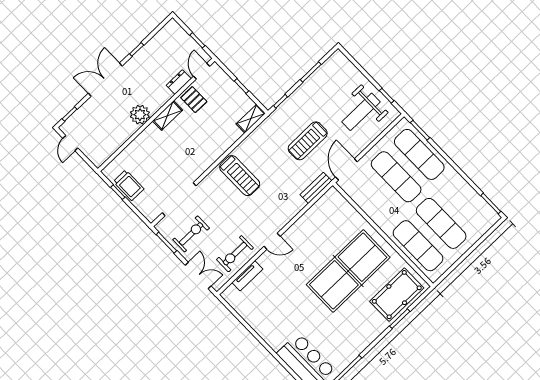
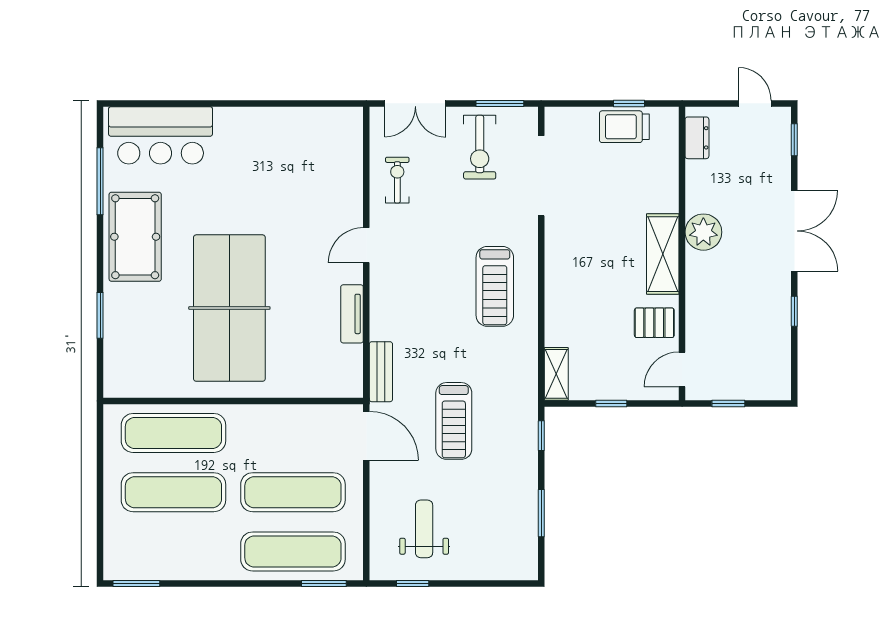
door: (202, 71) -> (682, 369), swing flipped
dresser: (179, 82) -> (697, 138), moved
weight bench: (361, 112) -> (424, 529), width x0.73, depth x0.75
shelving: (168, 116) -> (663, 254), width x1.50, depth x1.33
treadmill: (308, 141) -> (454, 421), turned 180
treadmill: (240, 176) -> (495, 286), turned -90
exercise bike: (235, 254) -> (397, 180), width x0.73, depth x0.72
tv unit: (247, 276) -> (352, 314), moved
pool table: (397, 295) -> (135, 237), moved

